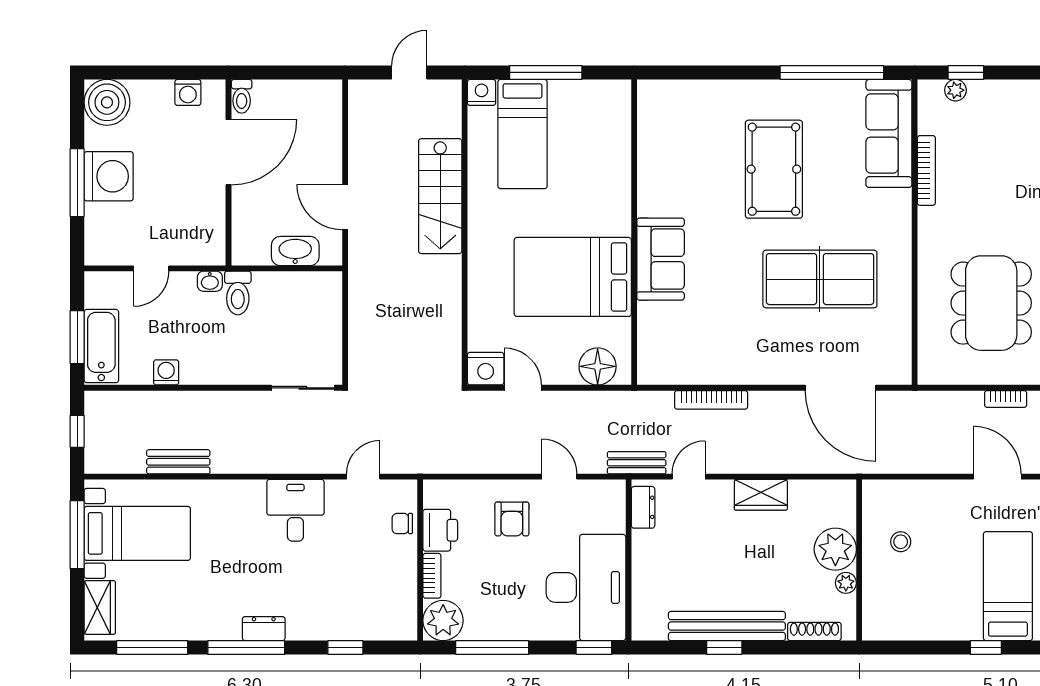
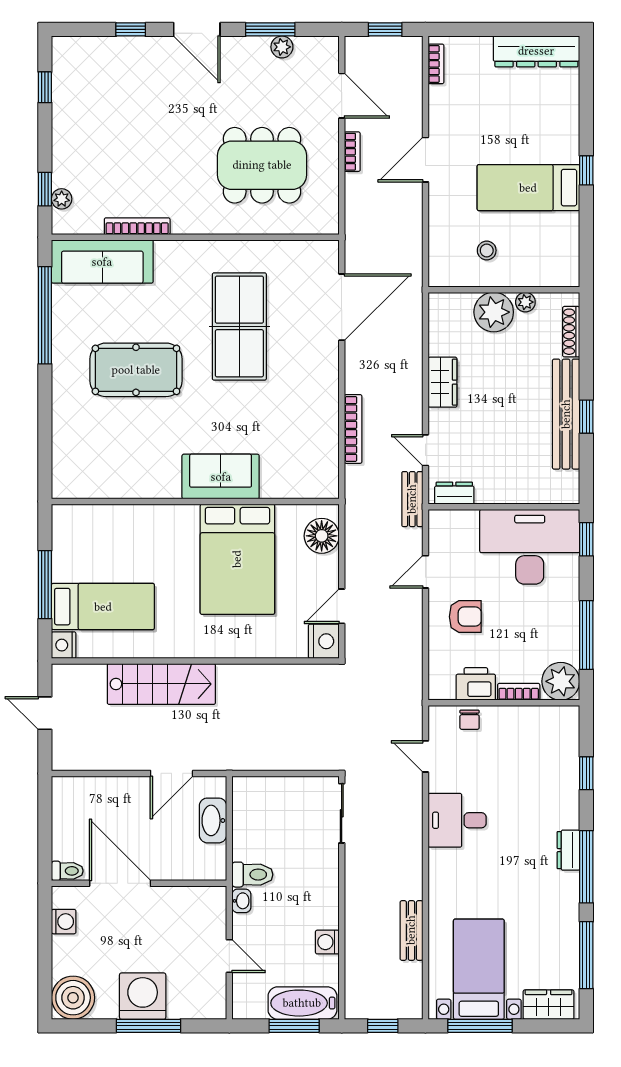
bed: (1008, 586) -> (528, 188), moved

